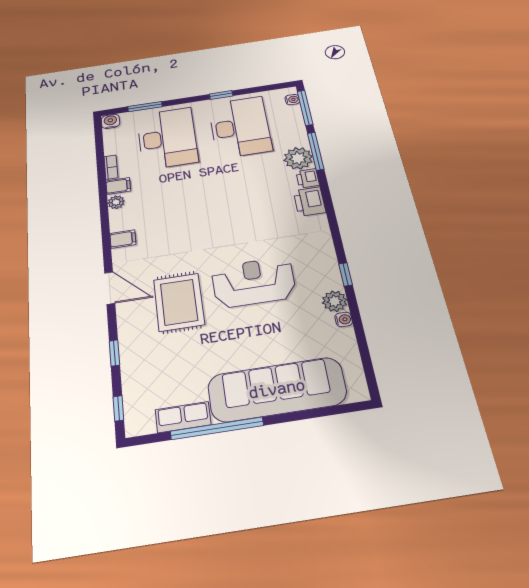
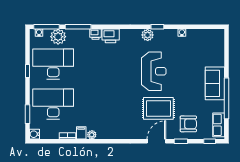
plant: (298, 158) -> (58, 37), moved
filing cabinet: (123, 239) -> (116, 133), removed
reception desk: (254, 282) -> (154, 71), turned 180
door: (110, 288) -> (156, 141), moved
plant: (335, 301) -> (148, 35), moved
armchair: (152, 361) -> (188, 124), added
sofa: (277, 389) -> (215, 83), width x0.54, depth x0.79
row of seats: (183, 417) -> (219, 125), moved

